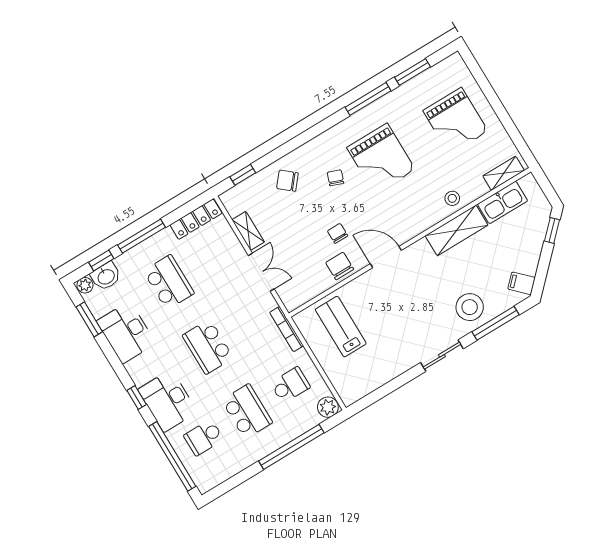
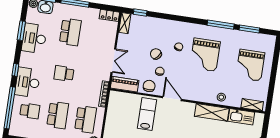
chair: (287, 181) -> (156, 54), moved
locker: (196, 219) -> (109, 15), width x0.66
shelving: (248, 231) -> (125, 23), moved
piano: (304, 292) -> (125, 84), added
window: (89, 319) -> (21, 31), moved
lab bench: (341, 327) -> (147, 114), moved
school desk: (208, 347) -> (64, 74), width x0.54
school desk: (290, 385) -> (86, 119), width x1.85
school desk: (204, 438) -> (30, 111), turned 180

